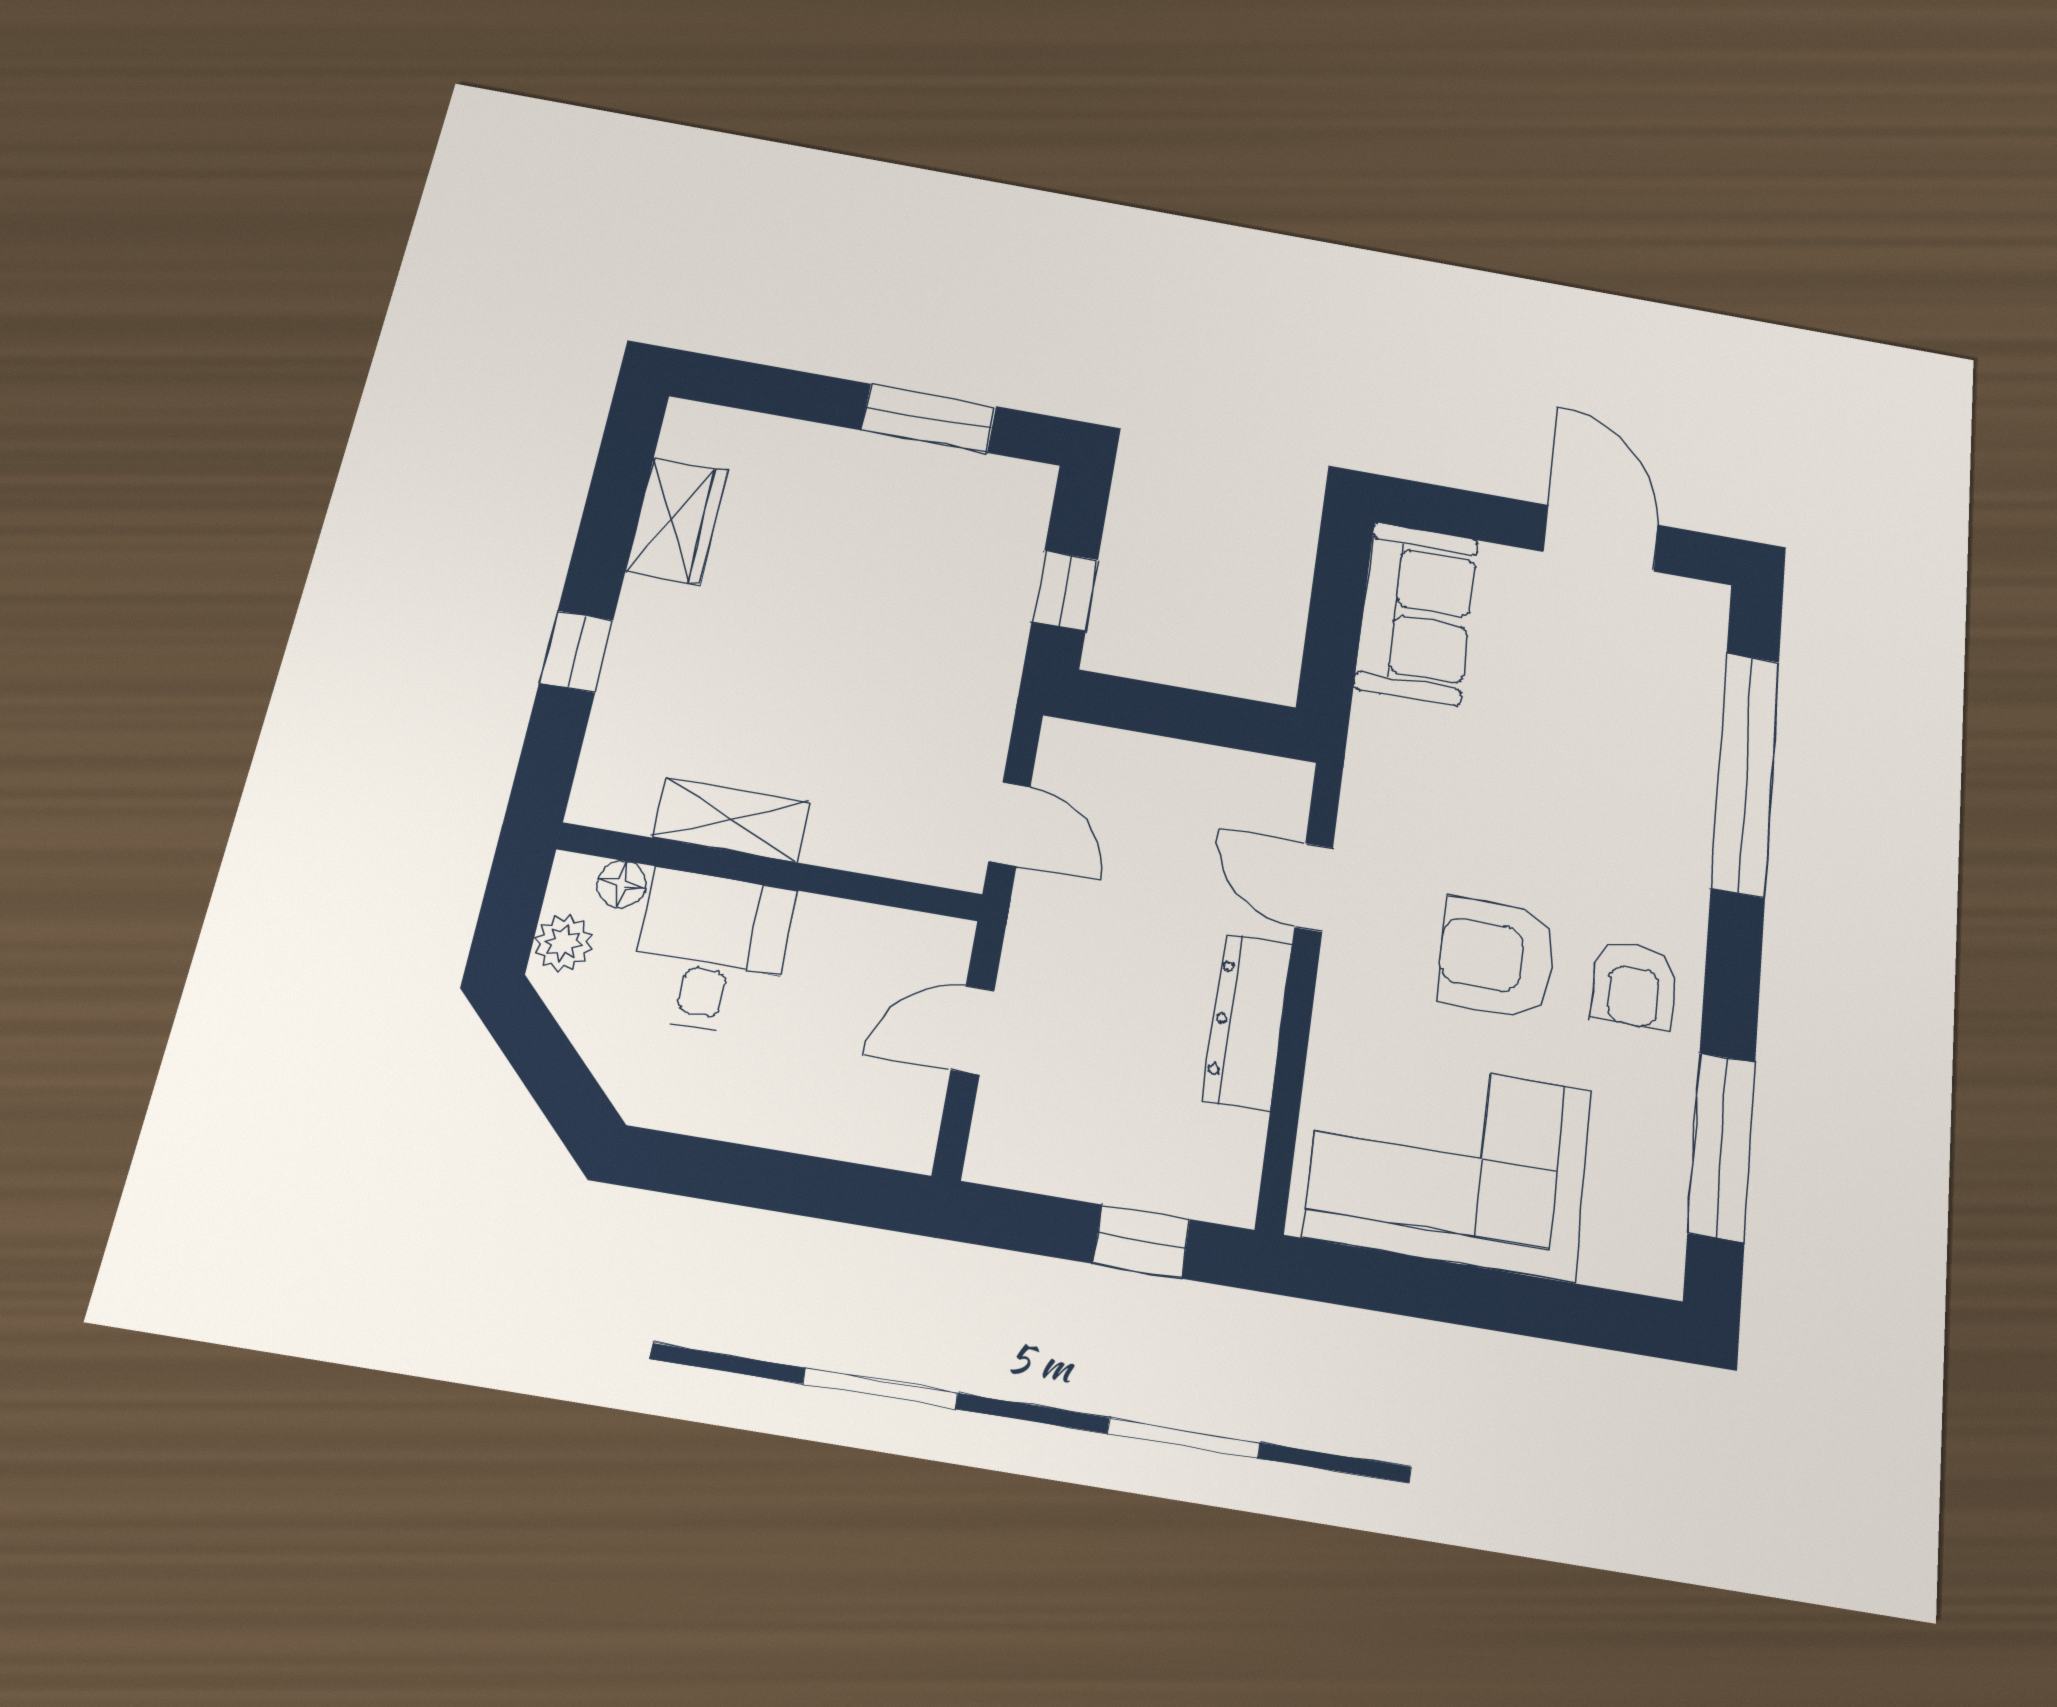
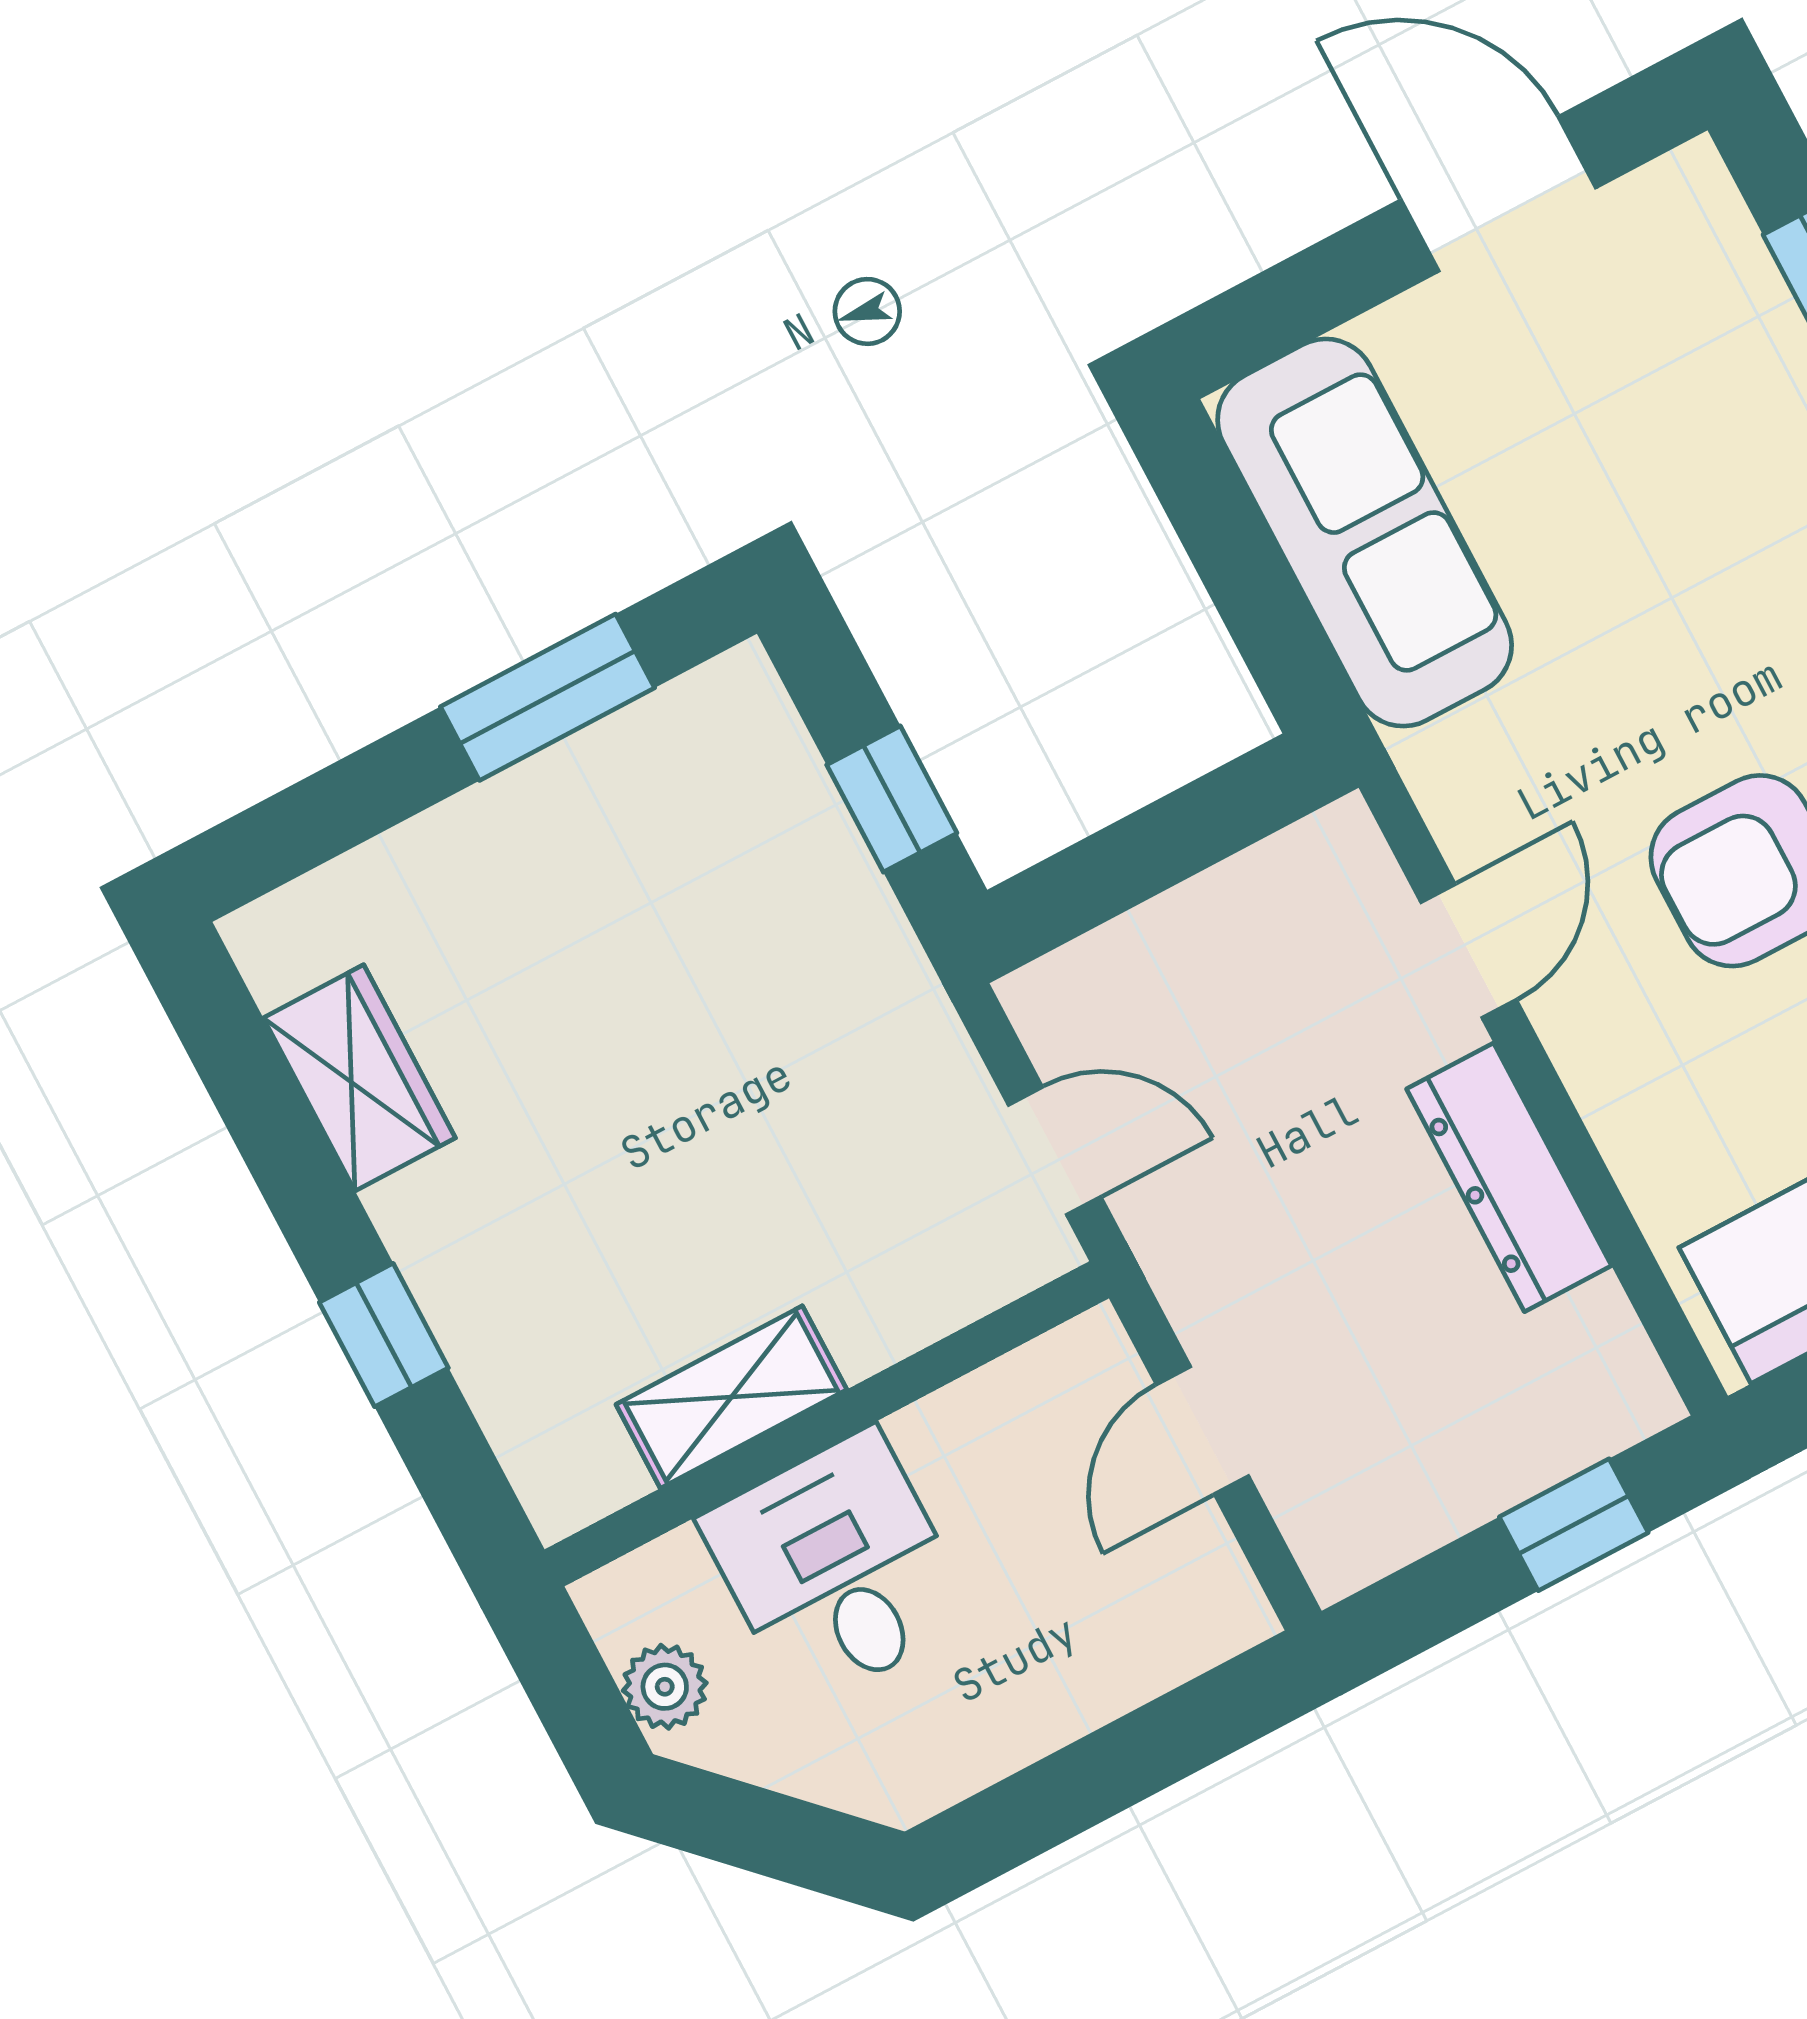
sofa: (1416, 613) -> (1365, 533), width x1.36
floor lamp: (621, 884) -> (671, 1569), removed
door: (1314, 887) -> (1469, 951), swing flipped

